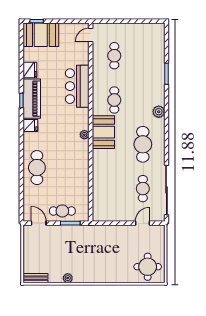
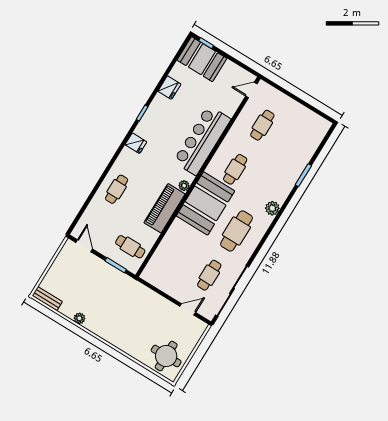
bar counter: (77, 86) -> (202, 140), width x1.36
piano: (32, 99) -> (165, 208), moved, turned 180
booth: (103, 132) -> (206, 203), width x1.36, depth x1.42
cafe table: (37, 168) -> (117, 189), width x0.73, depth x0.74
cafe table: (62, 211) -> (130, 247), moved

